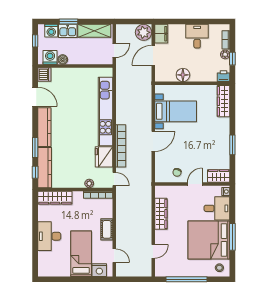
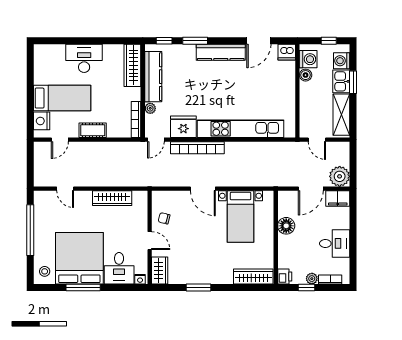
door: (153, 55) -> (311, 189), swing flipped
kitchen counter: (45, 168) -> (153, 77), moved, turned -90

